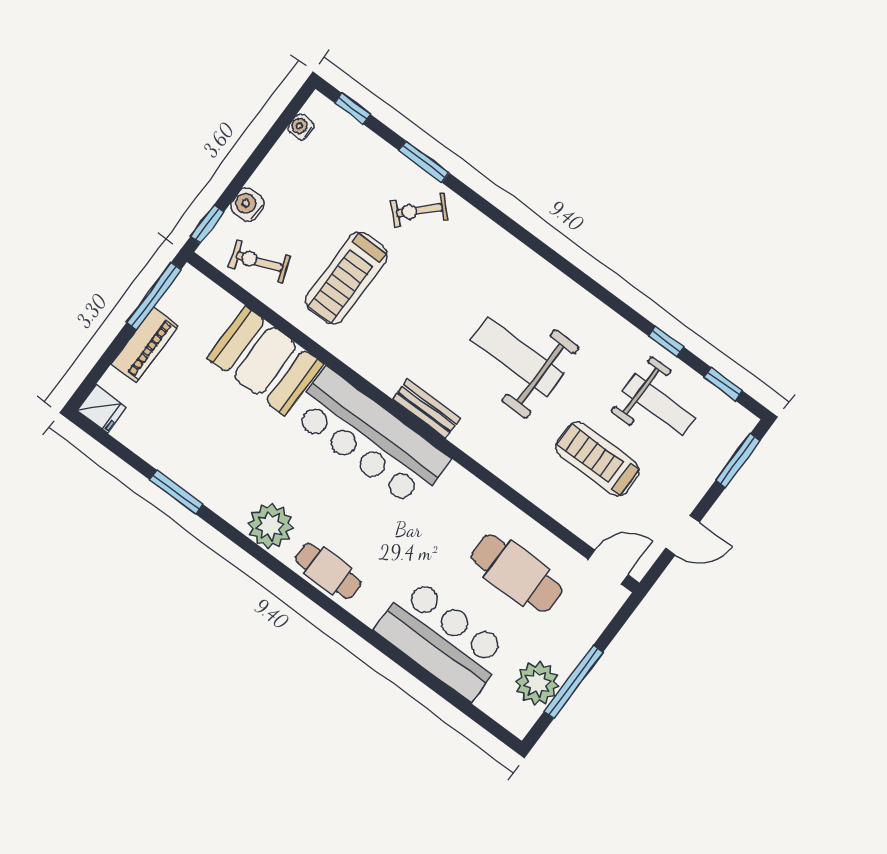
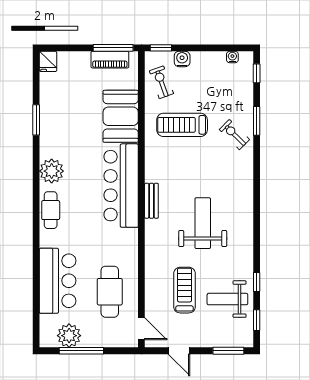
piano: (145, 345) -> (110, 60), moved
weight bench: (659, 404) -> (227, 299), turned 90

